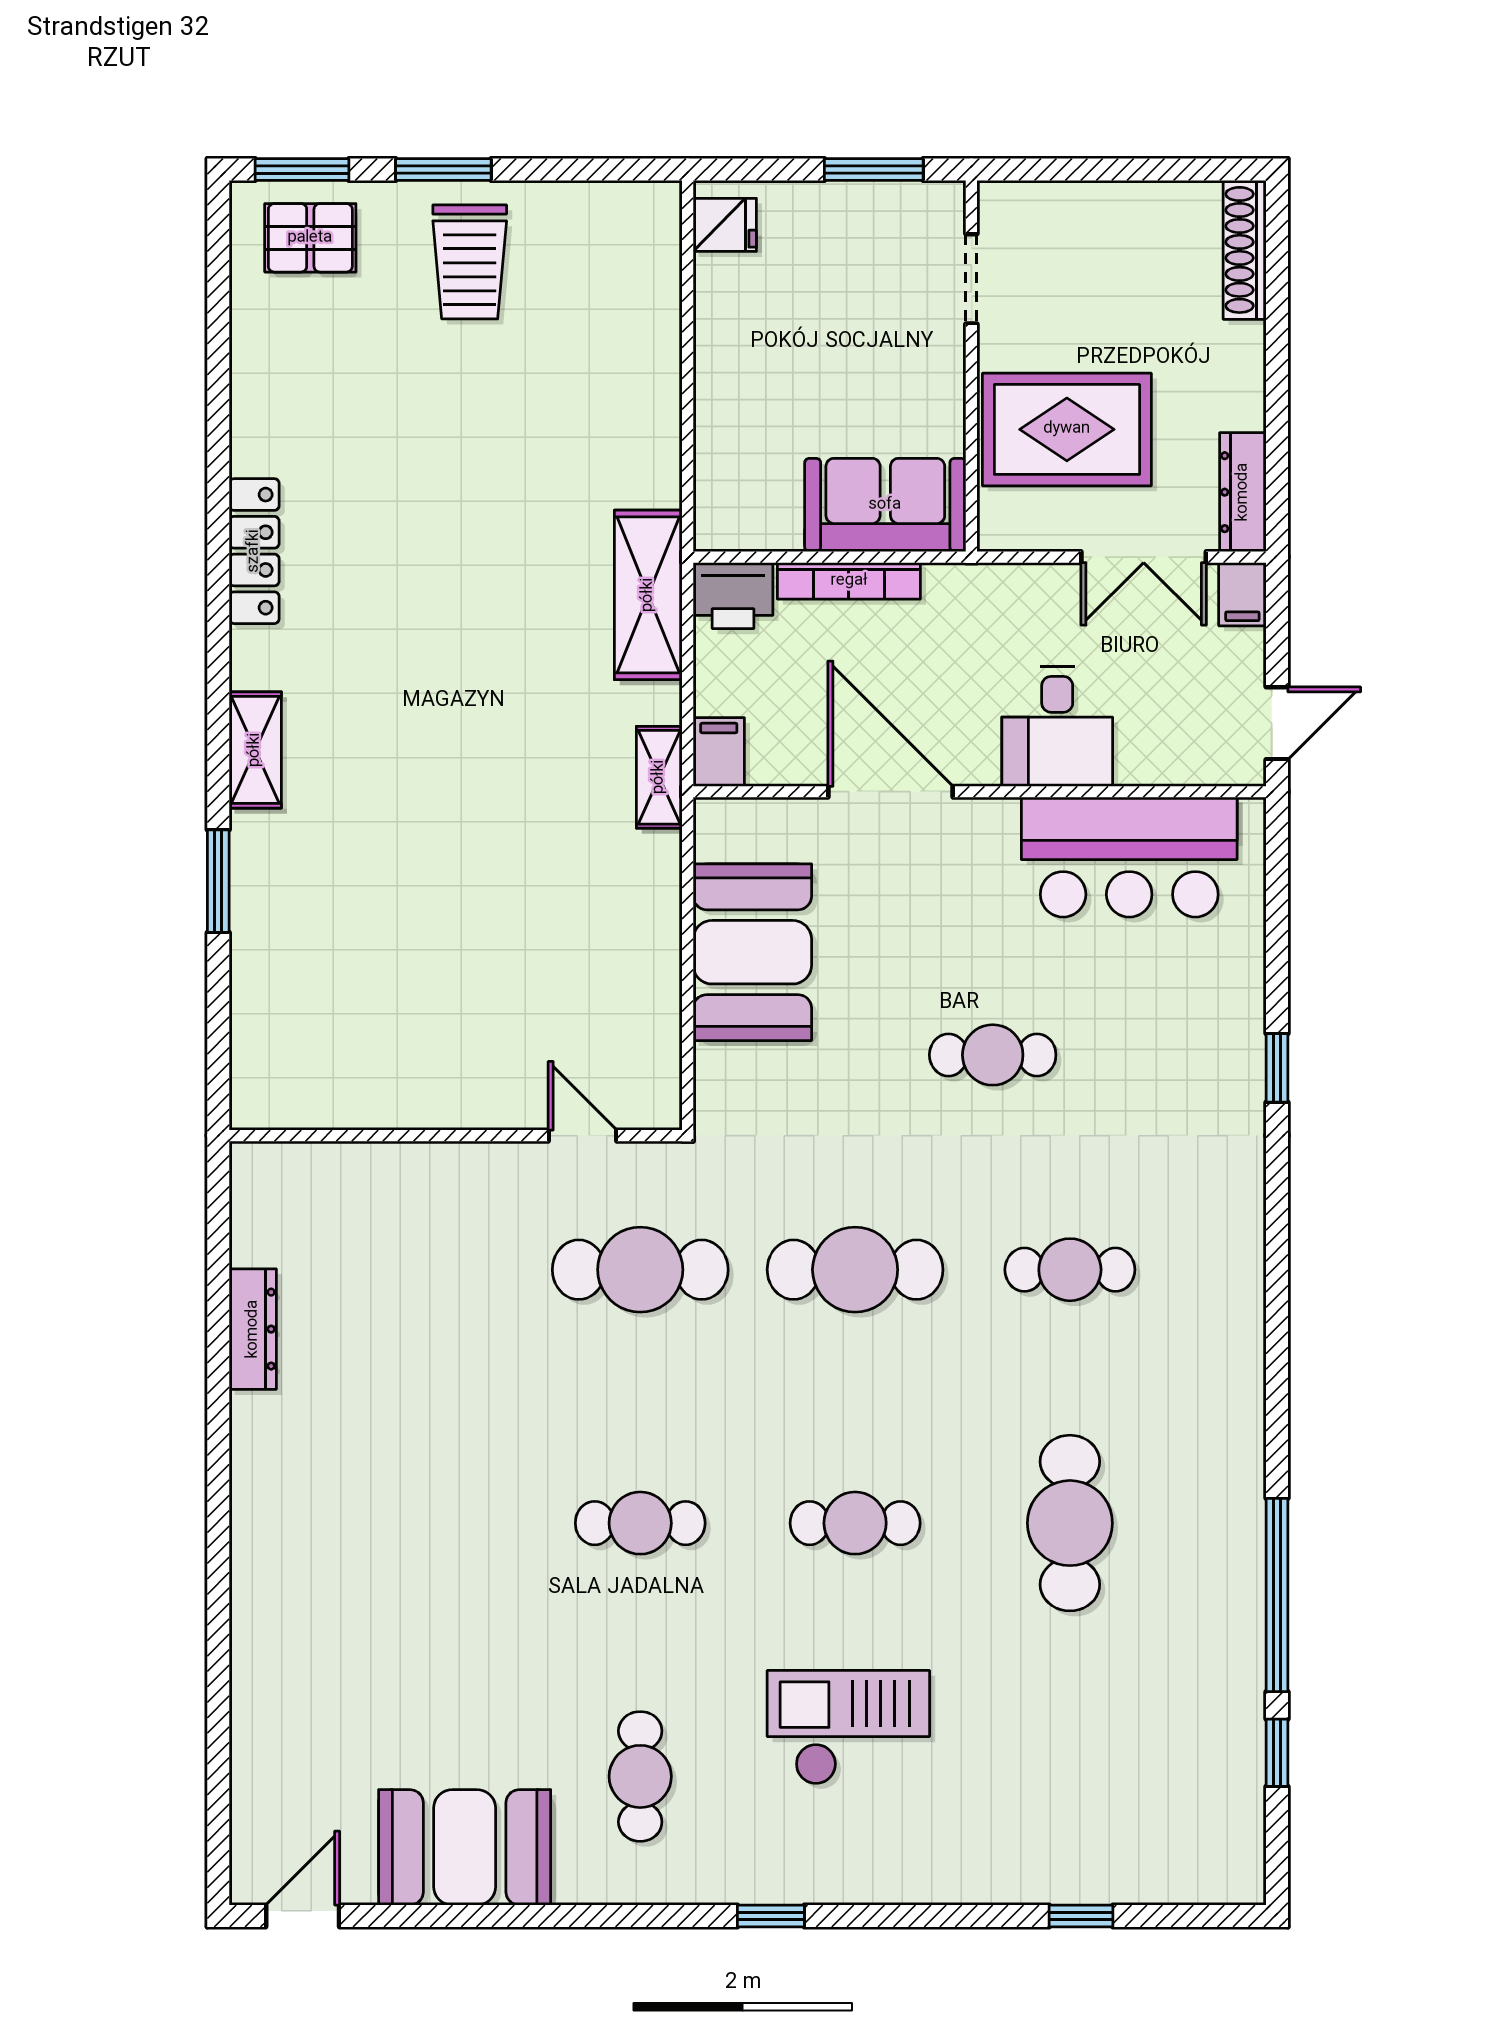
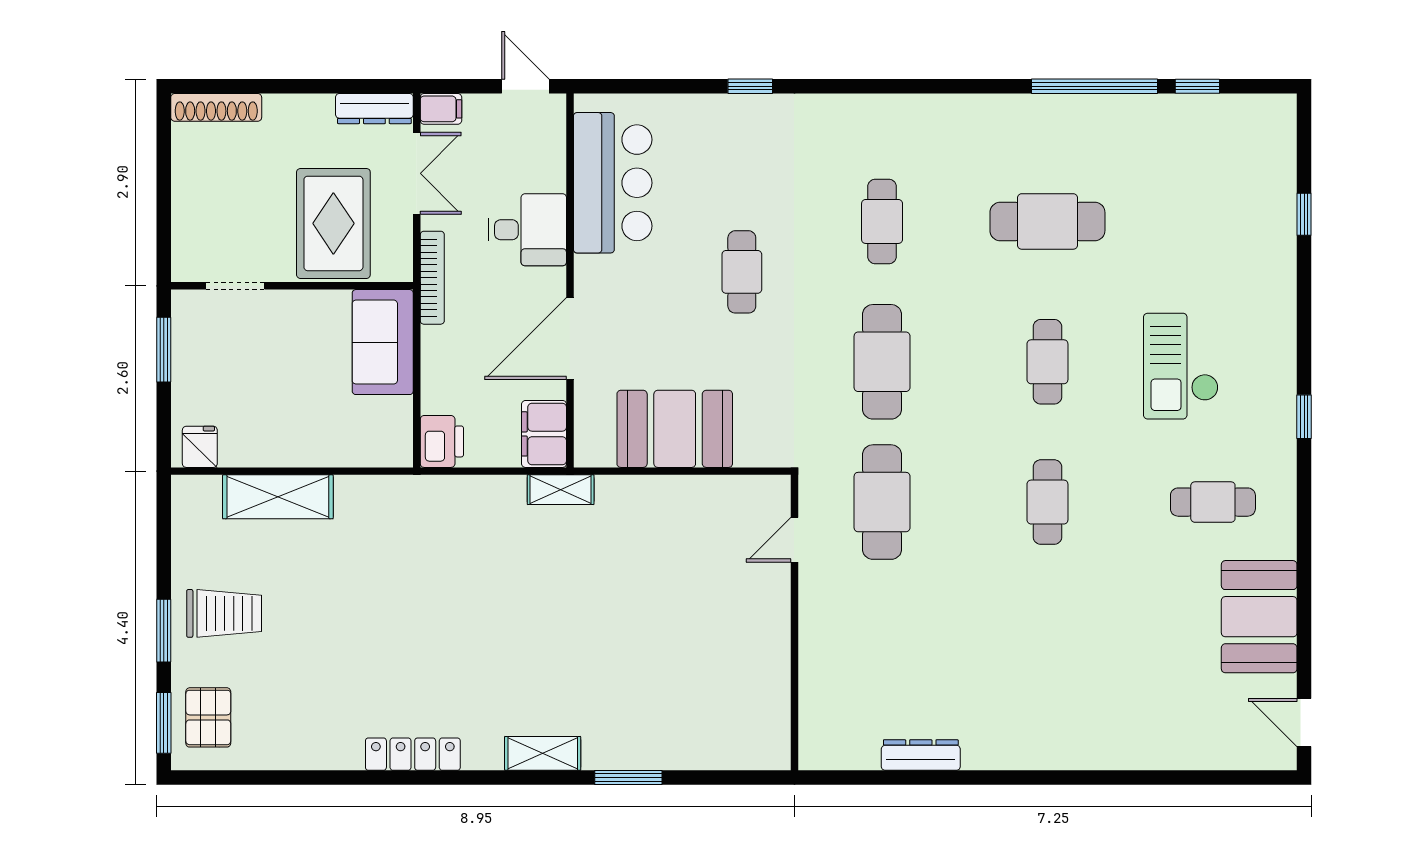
bookcase: (849, 581) -> (432, 278), moved
shelving: (648, 595) -> (278, 497), moved
filing cabinet: (719, 752) -> (544, 434), width x2.00

